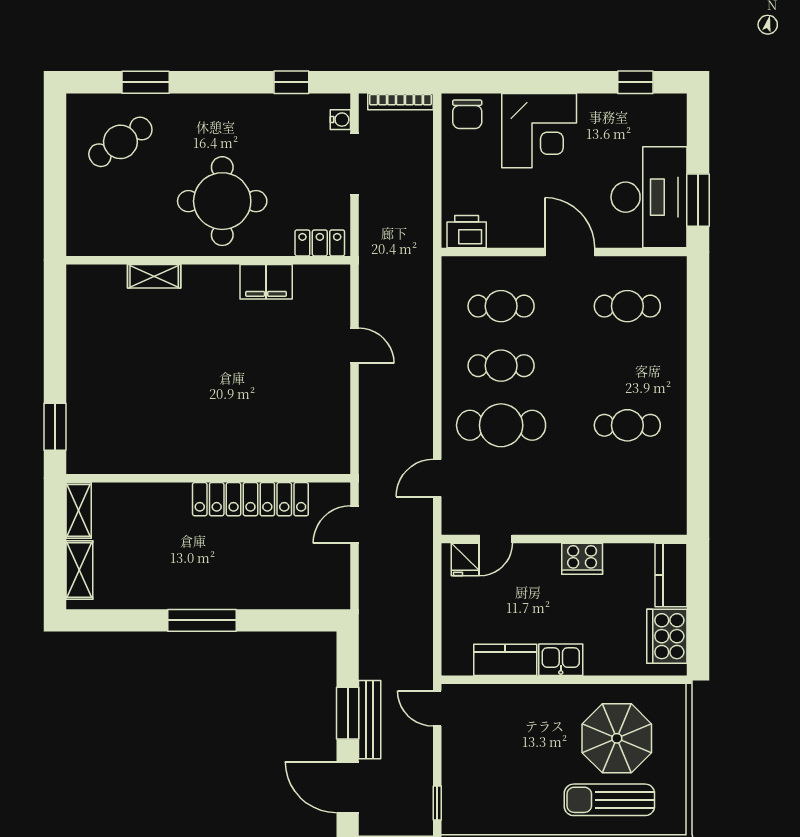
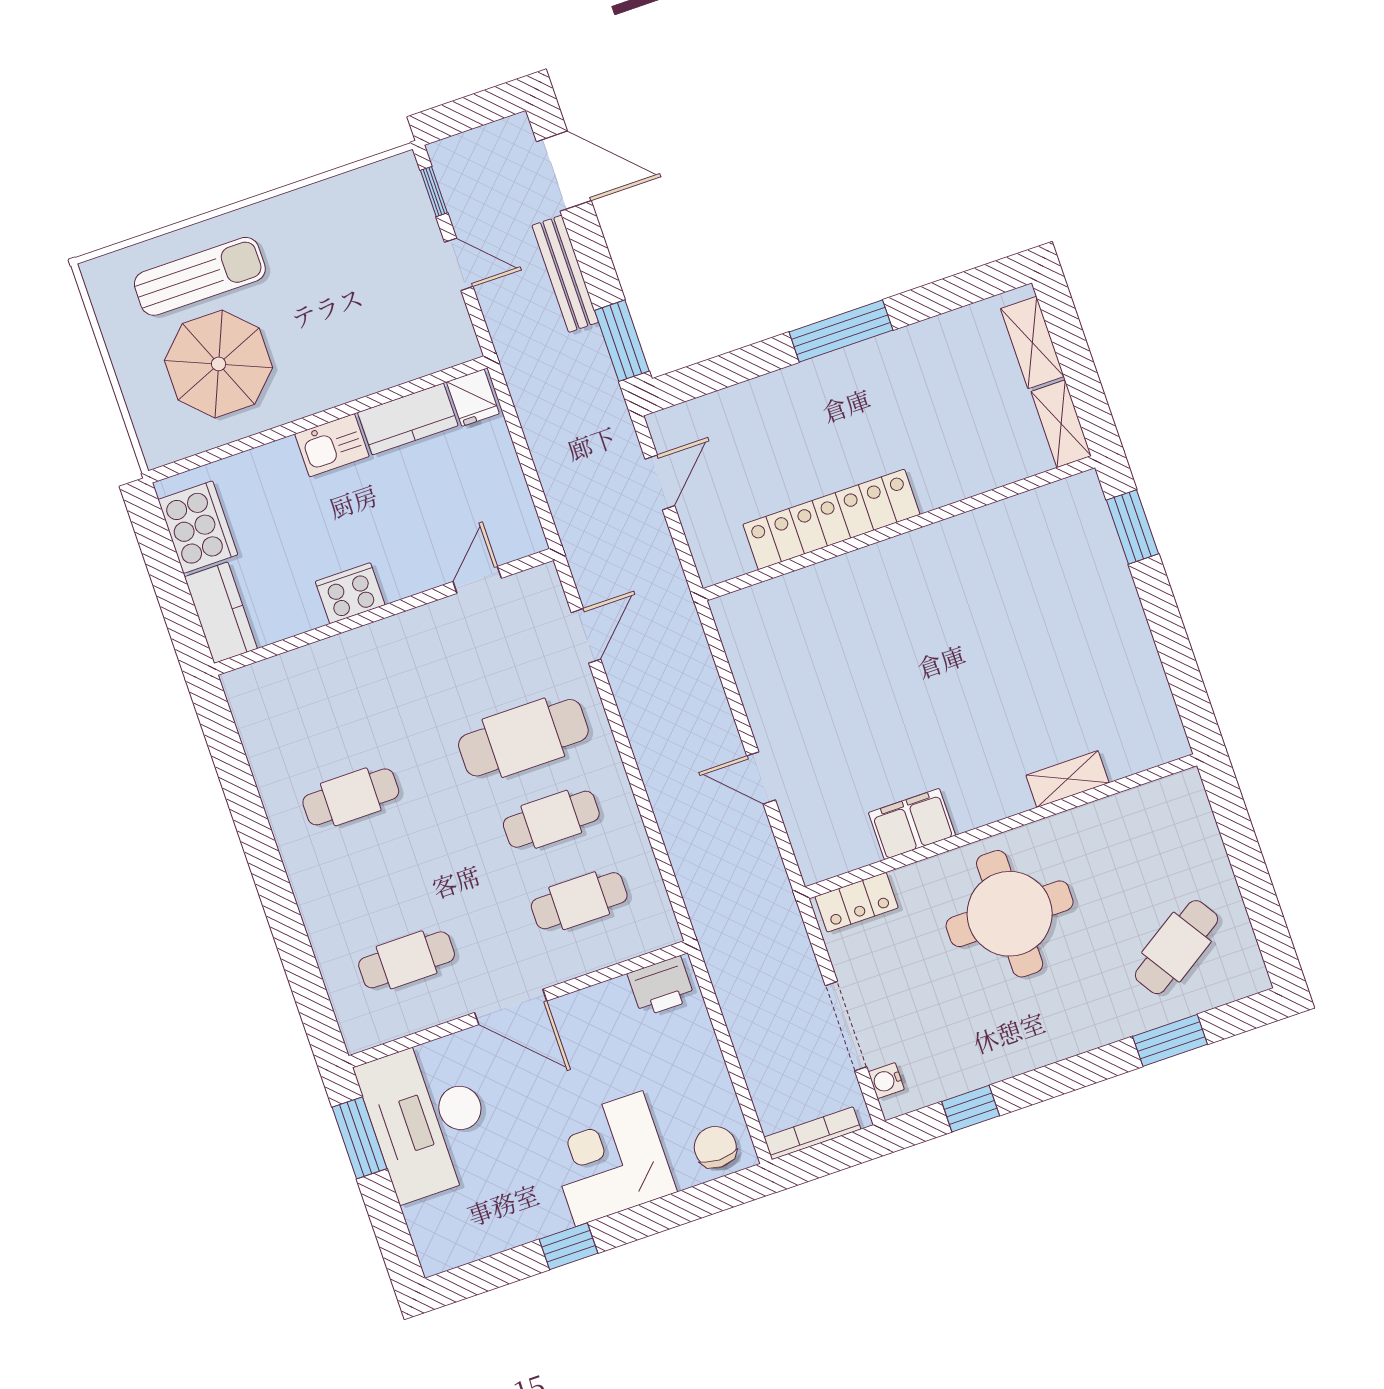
window: (635, 82) -> (569, 1246), moved
door: (354, 525) -> (660, 482), moved
fridge: (465, 560) -> (473, 398), moved, turned 180
door: (437, 708) -> (459, 264), moved
window: (348, 713) -> (622, 341), moved

